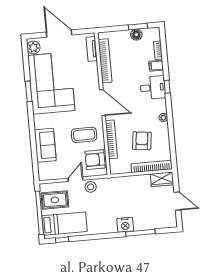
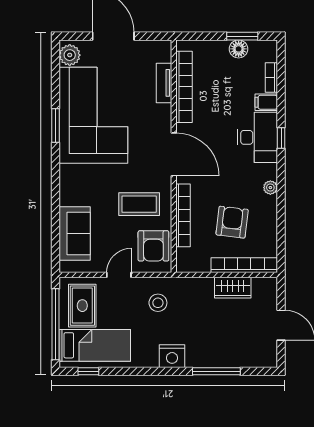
tv unit: (92, 49) -> (164, 83), moved
desk: (153, 88) -> (257, 137), width x1.37
sofa: (45, 145) -> (75, 234), moved
armchair: (95, 160) -> (153, 246), turned -90
wardrobe: (162, 179) -> (233, 288), moved
stool: (91, 187) -> (158, 303), moved
rug: (55, 200) -> (82, 306), turned 90
nightstand: (125, 225) -> (172, 356), moved

